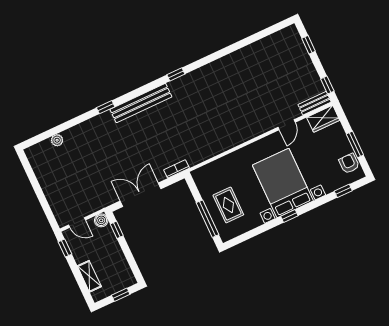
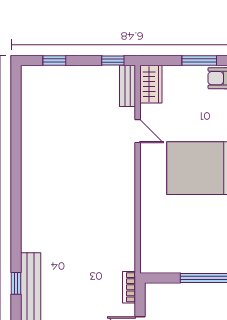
window: (176, 74) -> (16, 283), moved
rug: (228, 205) -> (201, 245), removed

